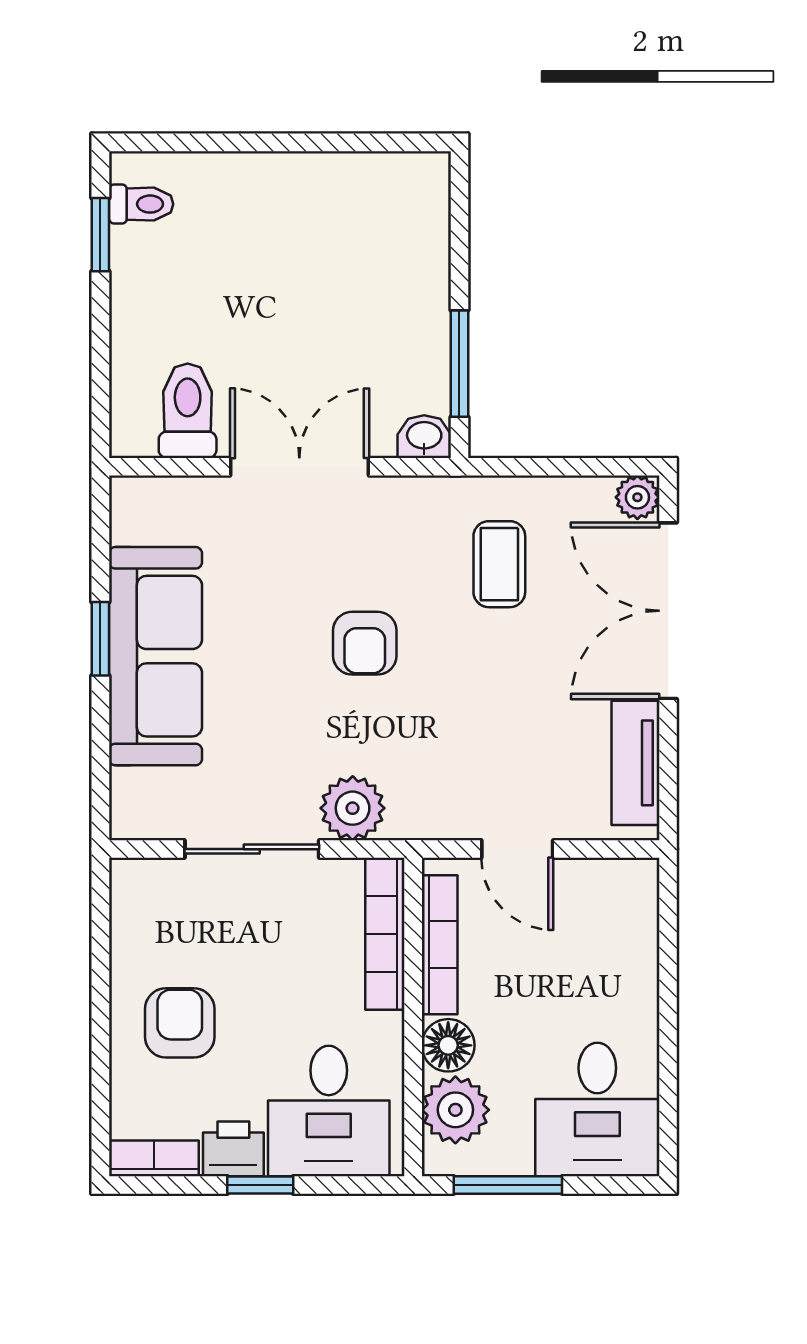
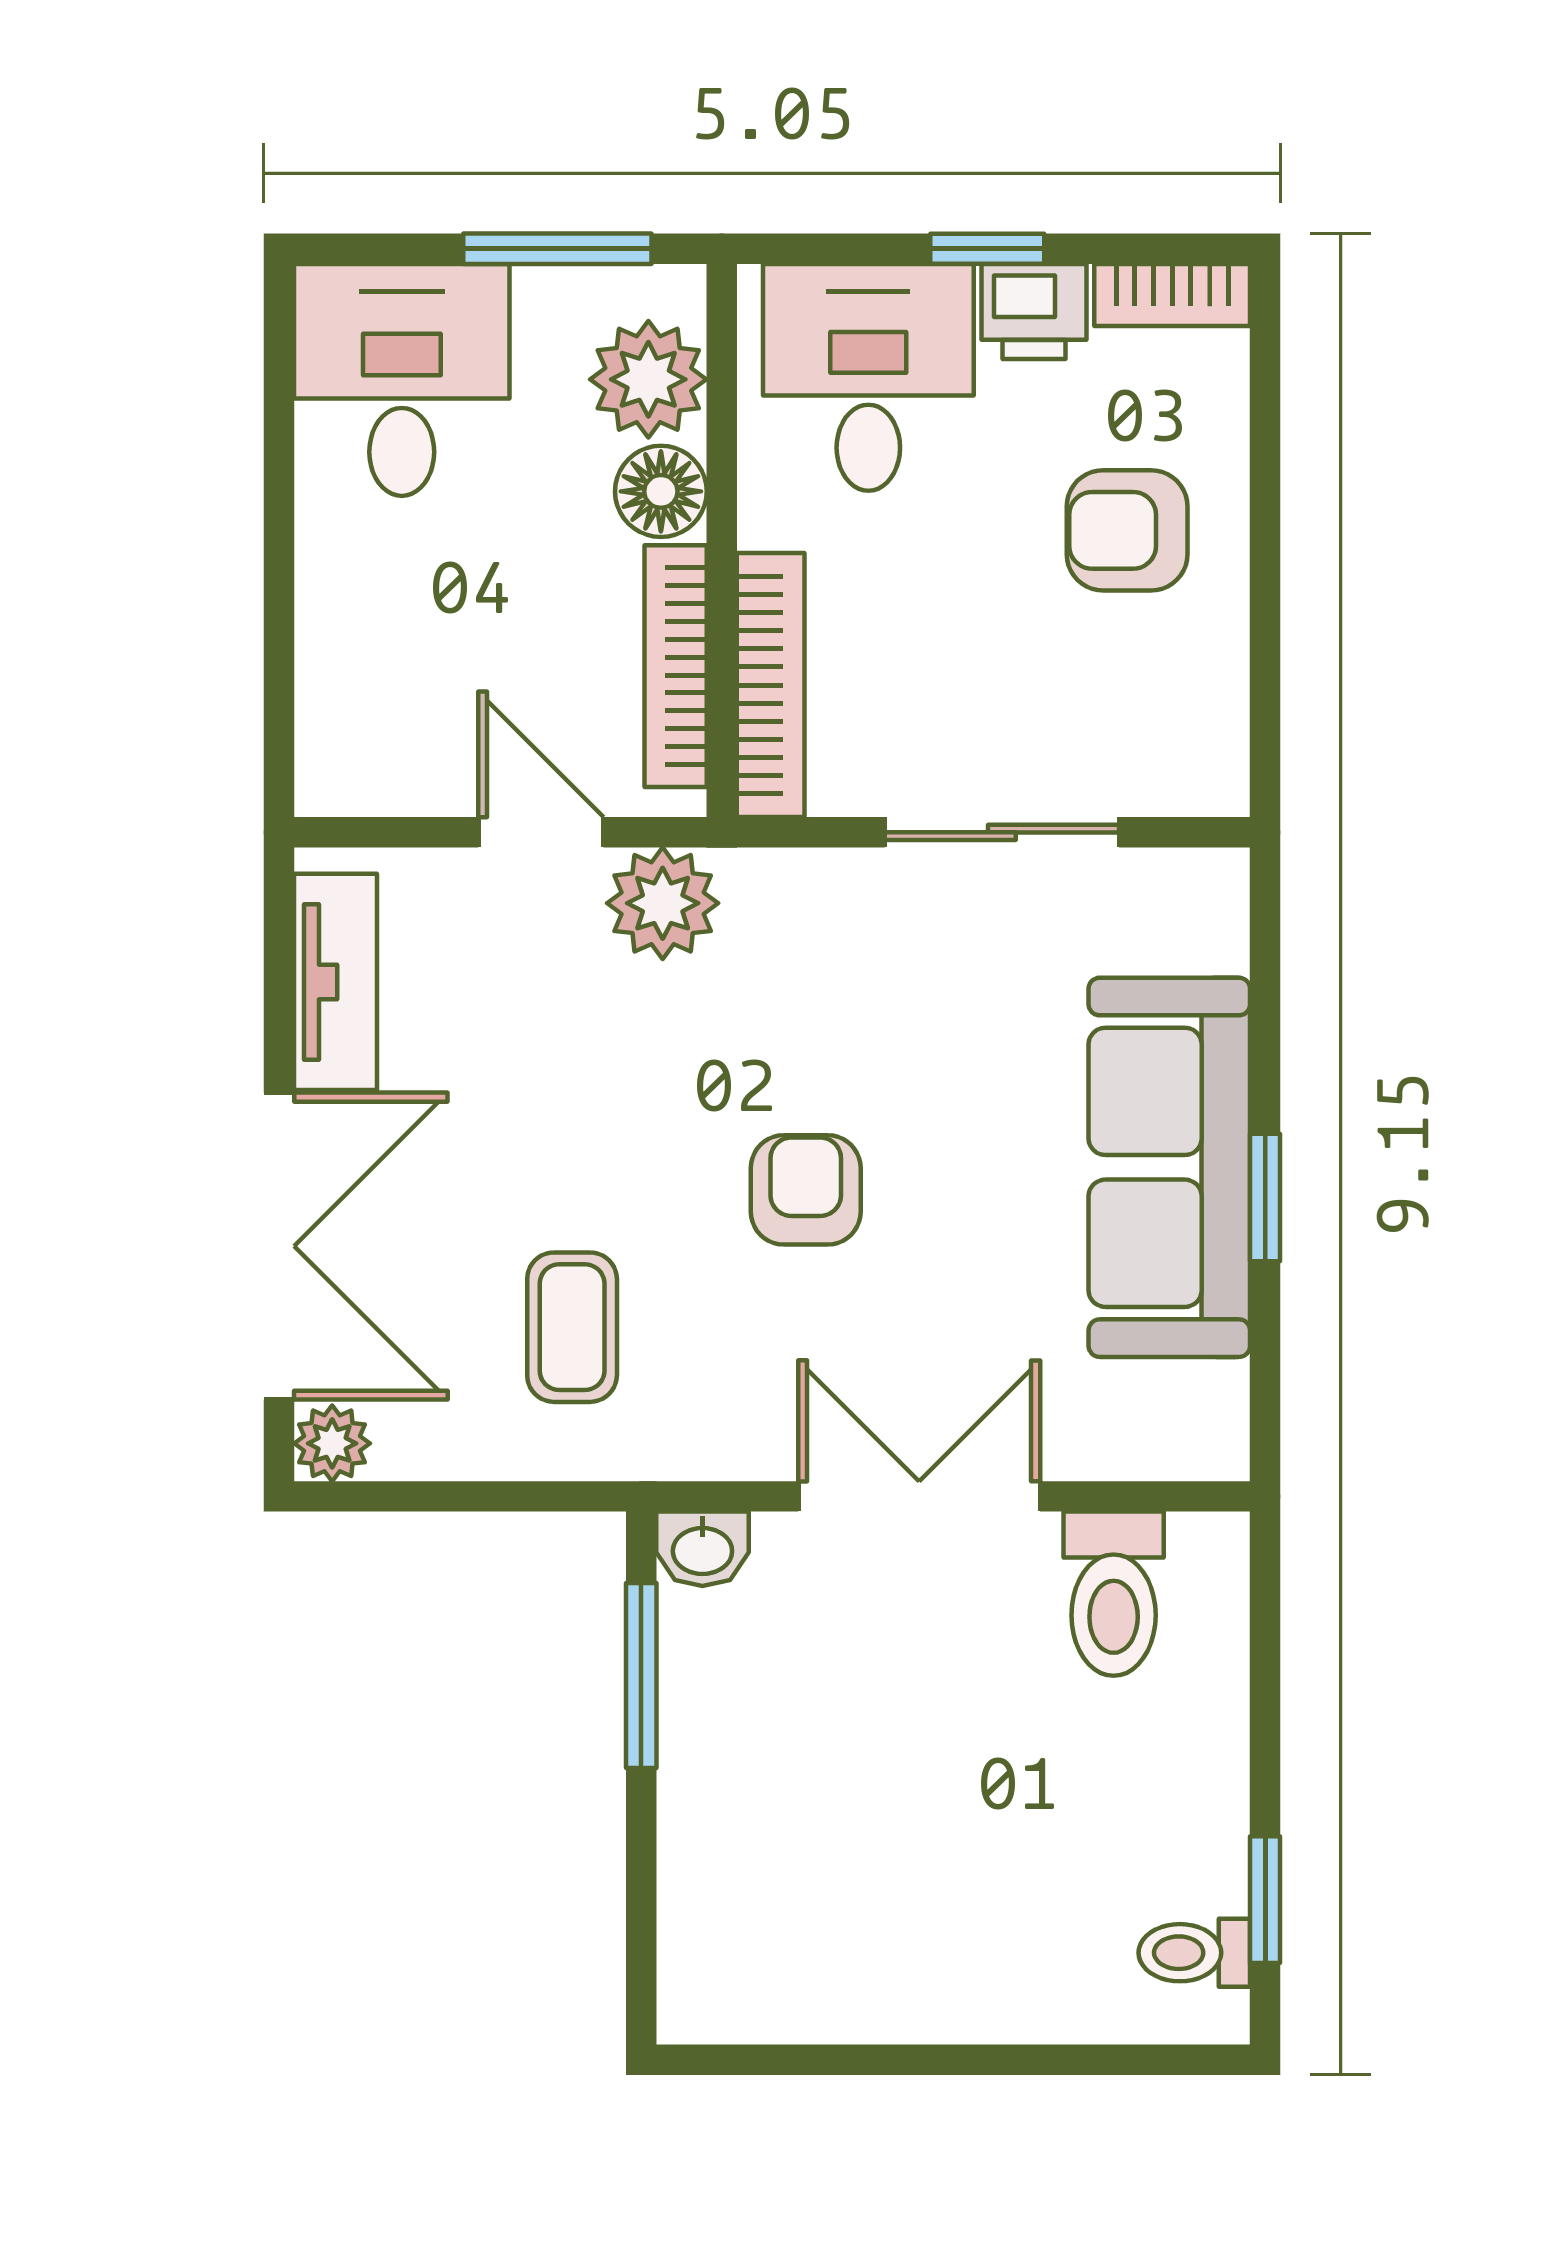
double door: (299, 467) -> (919, 1496), swing flipped
plant: (353, 808) -> (663, 903), moved
armchair: (180, 1023) -> (1127, 530), turned 90

